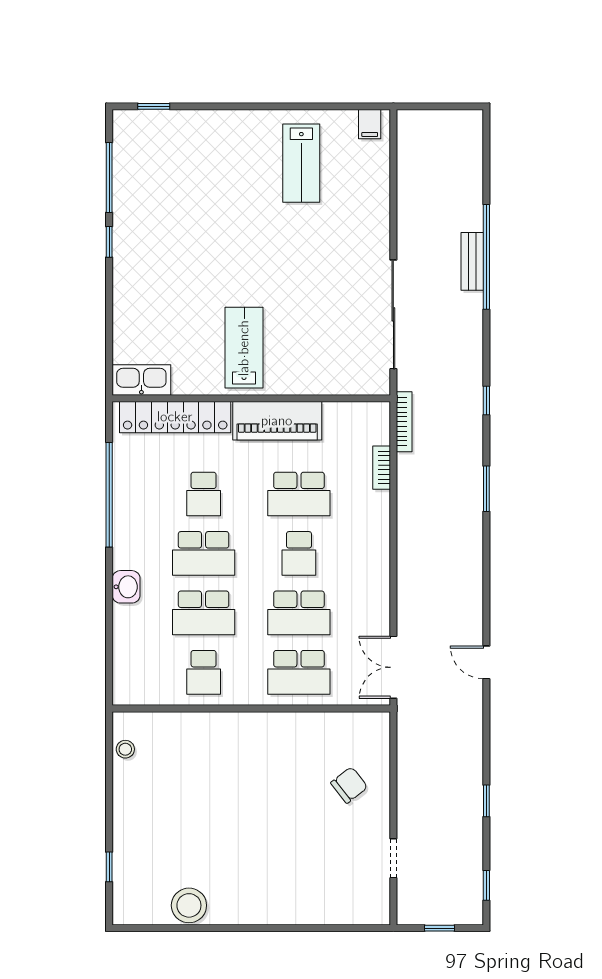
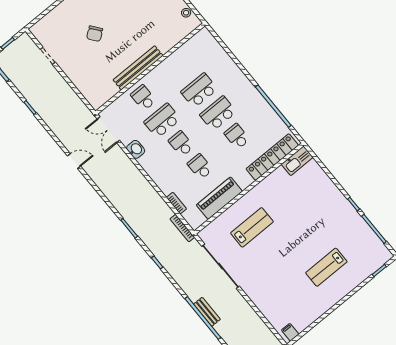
lab bench: (301, 163) -> (326, 267), moved, turned -90
lab bench: (244, 348) -> (252, 227), moved, turned -90
piano: (277, 421) -> (219, 198), moved
school desk: (299, 494) -> (200, 167), width x0.54
washbasin: (126, 587) -> (136, 149), moved, turned 180
double door: (393, 667) -> (108, 130), swing flipped
school desk: (204, 672) -> (180, 67), removed
school desk: (299, 672) -> (143, 98), width x0.54
bench: (269, 725) -> (138, 68), added
chair: (349, 785) -> (95, 34), moved

